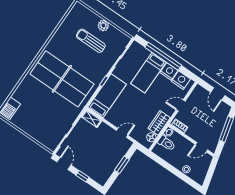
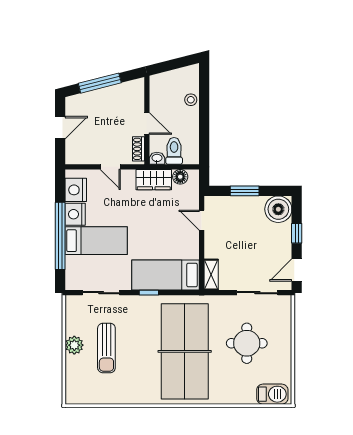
round table: (44, 113) -> (247, 343), added
door: (201, 147) -> (147, 123), moved
boiler: (101, 175) -> (278, 209), added

